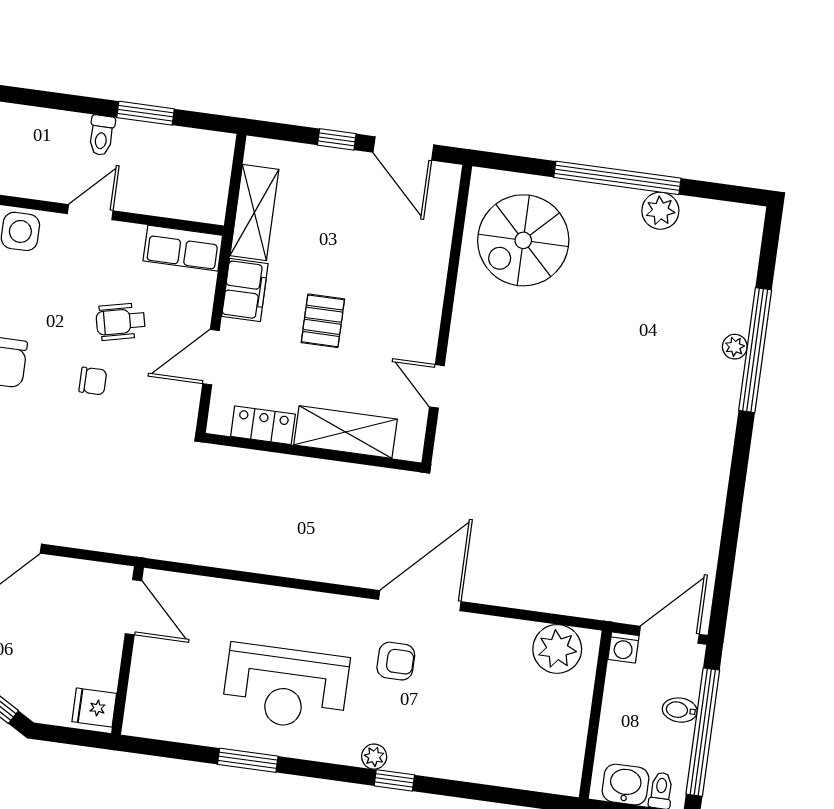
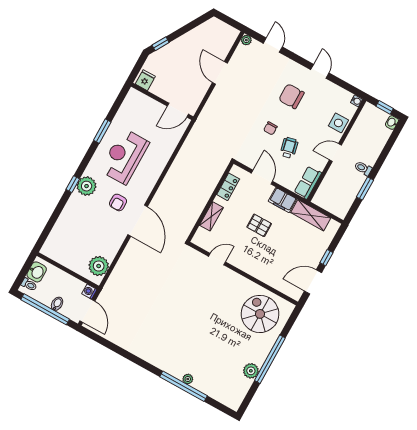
door: (90, 212) -> (335, 152), swing flipped
shelving: (345, 432) -> (211, 216), width x0.67, depth x0.75
plant: (374, 757) -> (87, 186), width x1.88, depth x1.88

